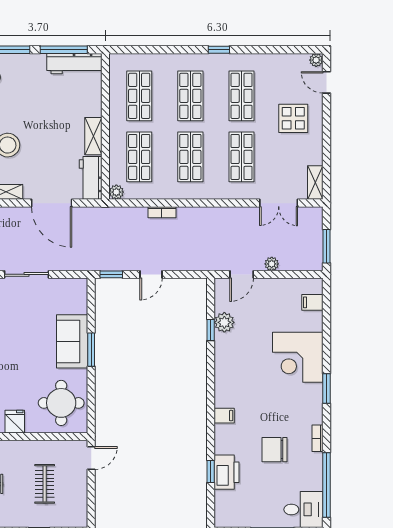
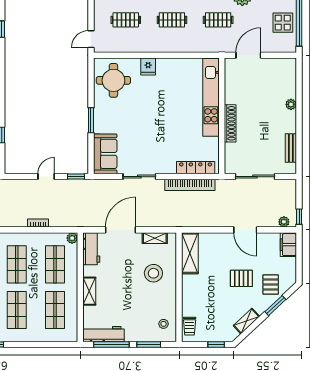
shelving: (93, 136) -> (89, 291), moved
door: (52, 203) -> (121, 230), hinge flipped
sofa: (72, 341) -> (105, 154), moved
clothes rail: (45, 484) -> (126, 20), turned 90

